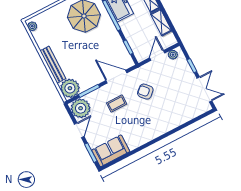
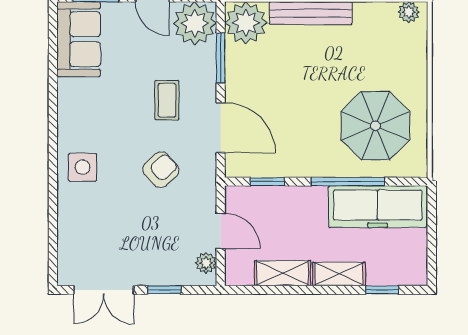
door: (116, 77) -> (221, 128), hinge flipped
side table: (160, 123) -> (82, 167), added

